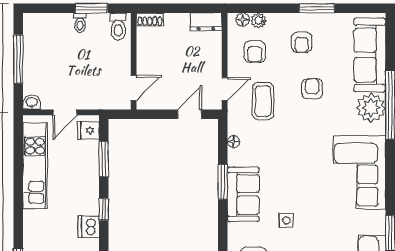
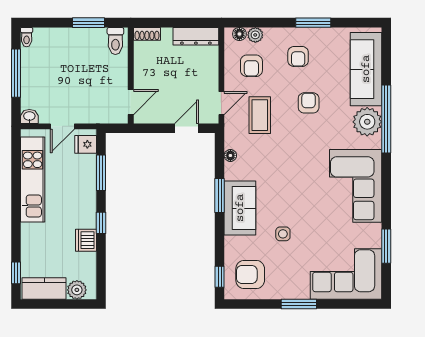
dresser: (206, 22) -> (196, 36), width x1.44
toilet: (80, 23) -> (27, 37), moved

